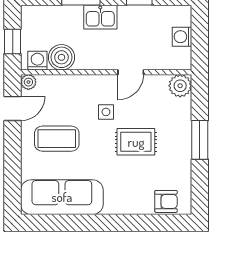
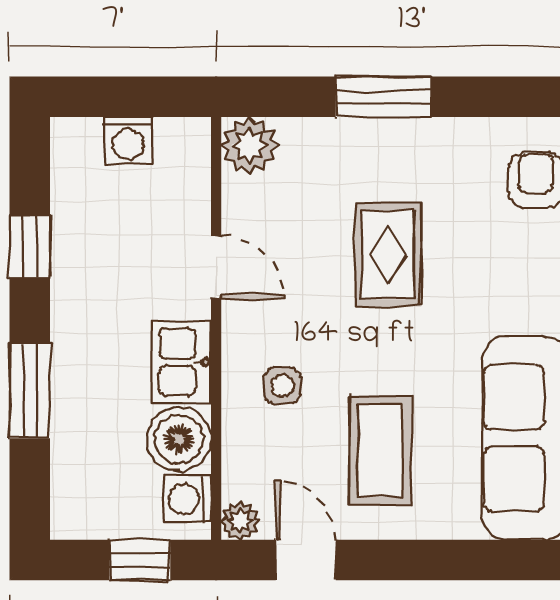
kitchen sink: (100, 17) -> (181, 362), moved, turned 180
side table: (106, 112) -> (282, 386), moved

